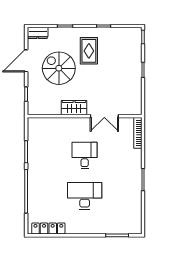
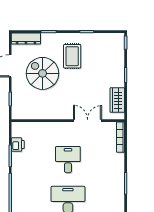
dresser: (38, 33) -> (26, 39), width x1.44
wardrobe: (74, 108) -> (117, 100), moved, turned -90
double door: (104, 116) -> (88, 121), swing flipped
printer: (34, 140) -> (18, 144), added

